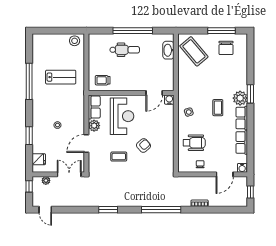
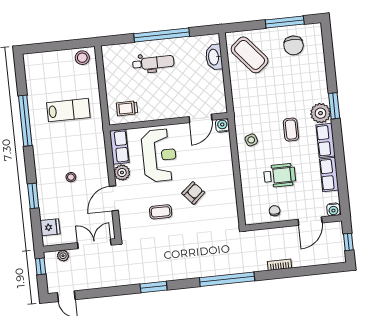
wheelchair: (194, 143) -> (280, 176), moved

